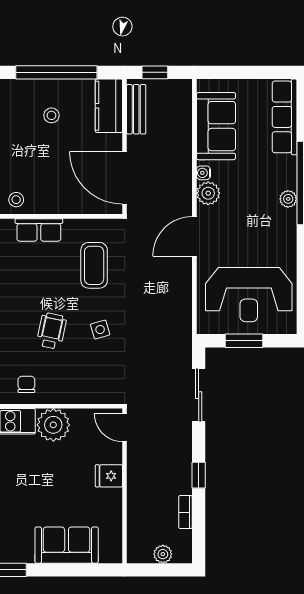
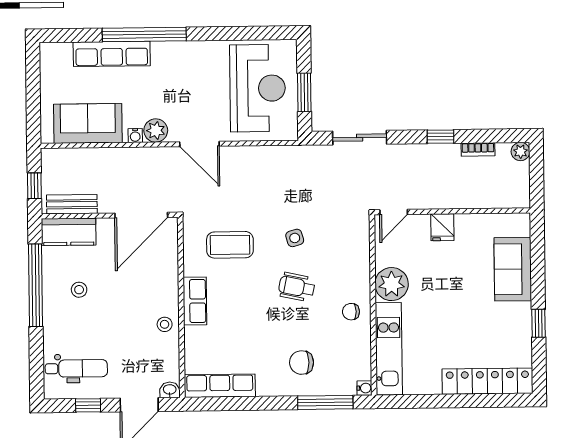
row of seats: (285, 117) -> (112, 54), moved
plant: (288, 199) -> (160, 50), removed
plant: (163, 554) -> (521, 152), moved

